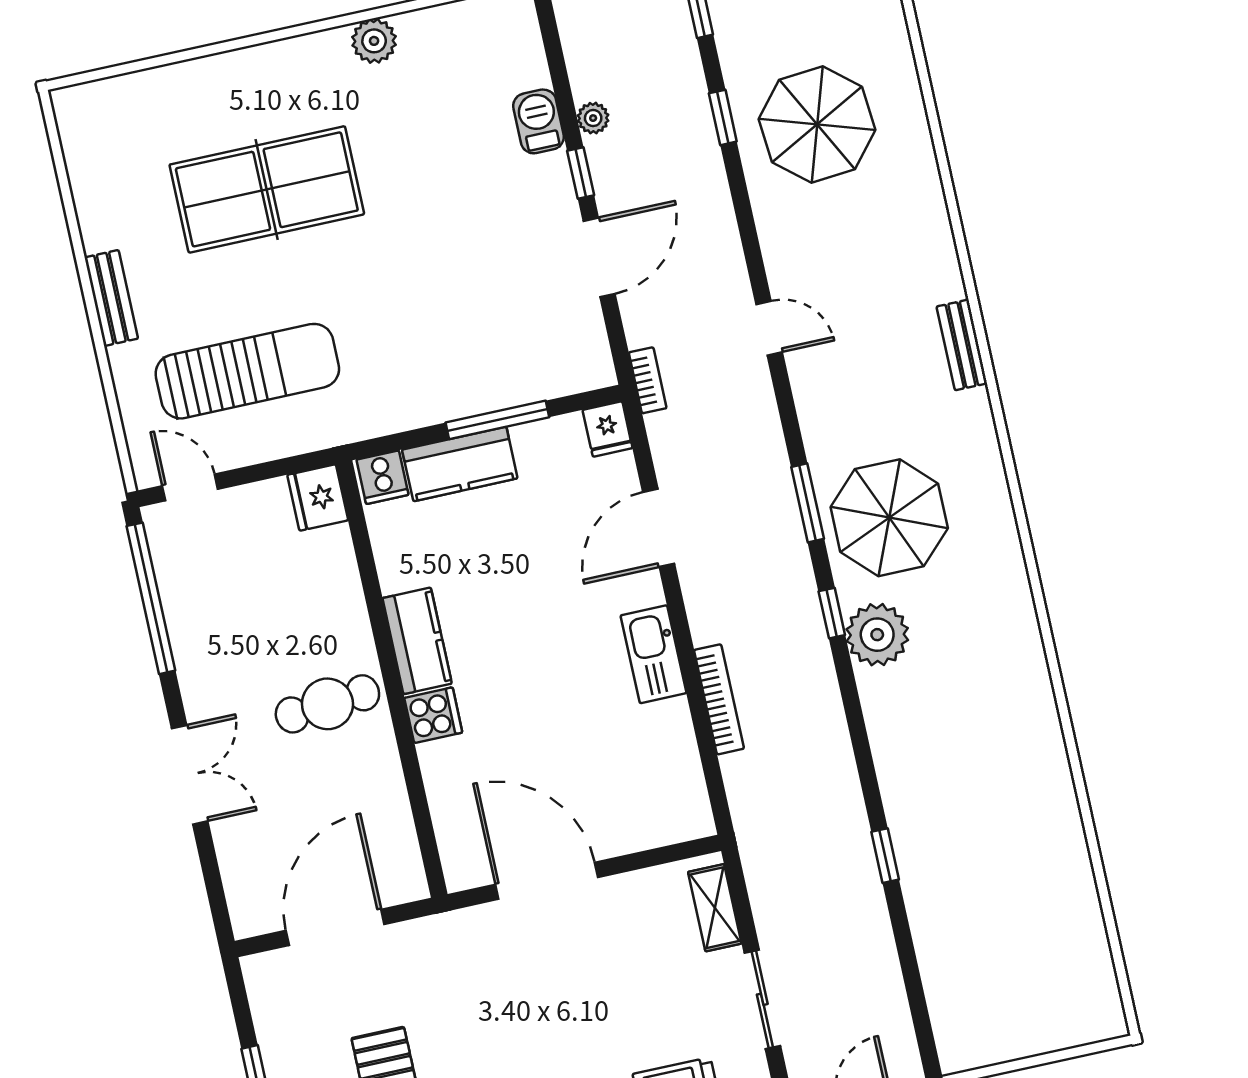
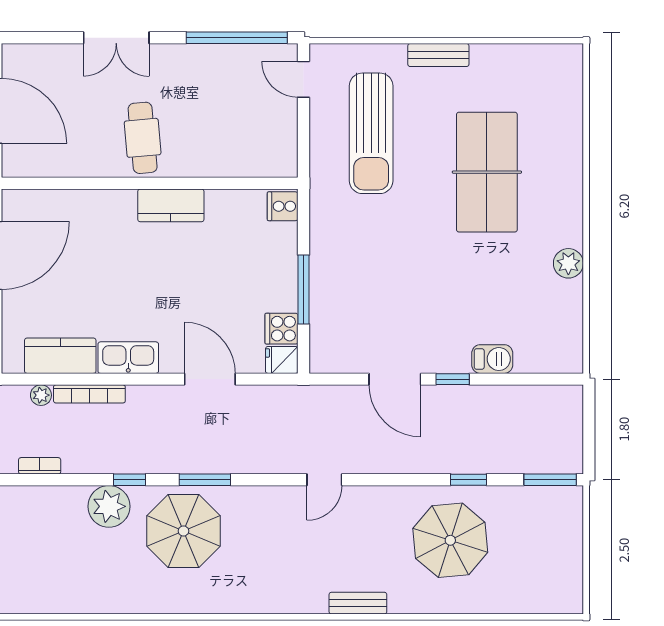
plant: (593, 118) -> (41, 395), moved
bench: (962, 345) -> (358, 603), moved
bookcase: (648, 380) -> (40, 466), moved, turned 180
kitchen counter: (460, 464) -> (60, 356), moved, turned 90
door: (190, 487) -> (303, 79), swing flipped
fridge: (318, 498) -> (279, 161), removed
cooker: (433, 715) -> (281, 329), moved, turned 90

